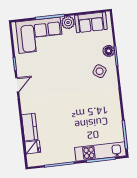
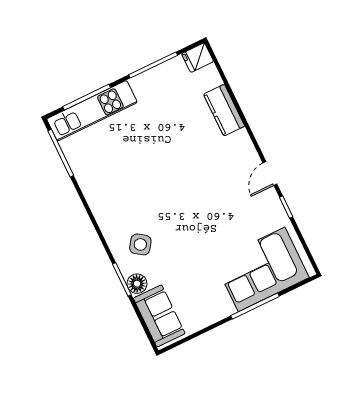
plant: (68, 22) -> (222, 307), removed
sofa: (91, 22) -> (159, 316), moved, turned 90
fridge: (33, 147) -> (198, 58), moved

